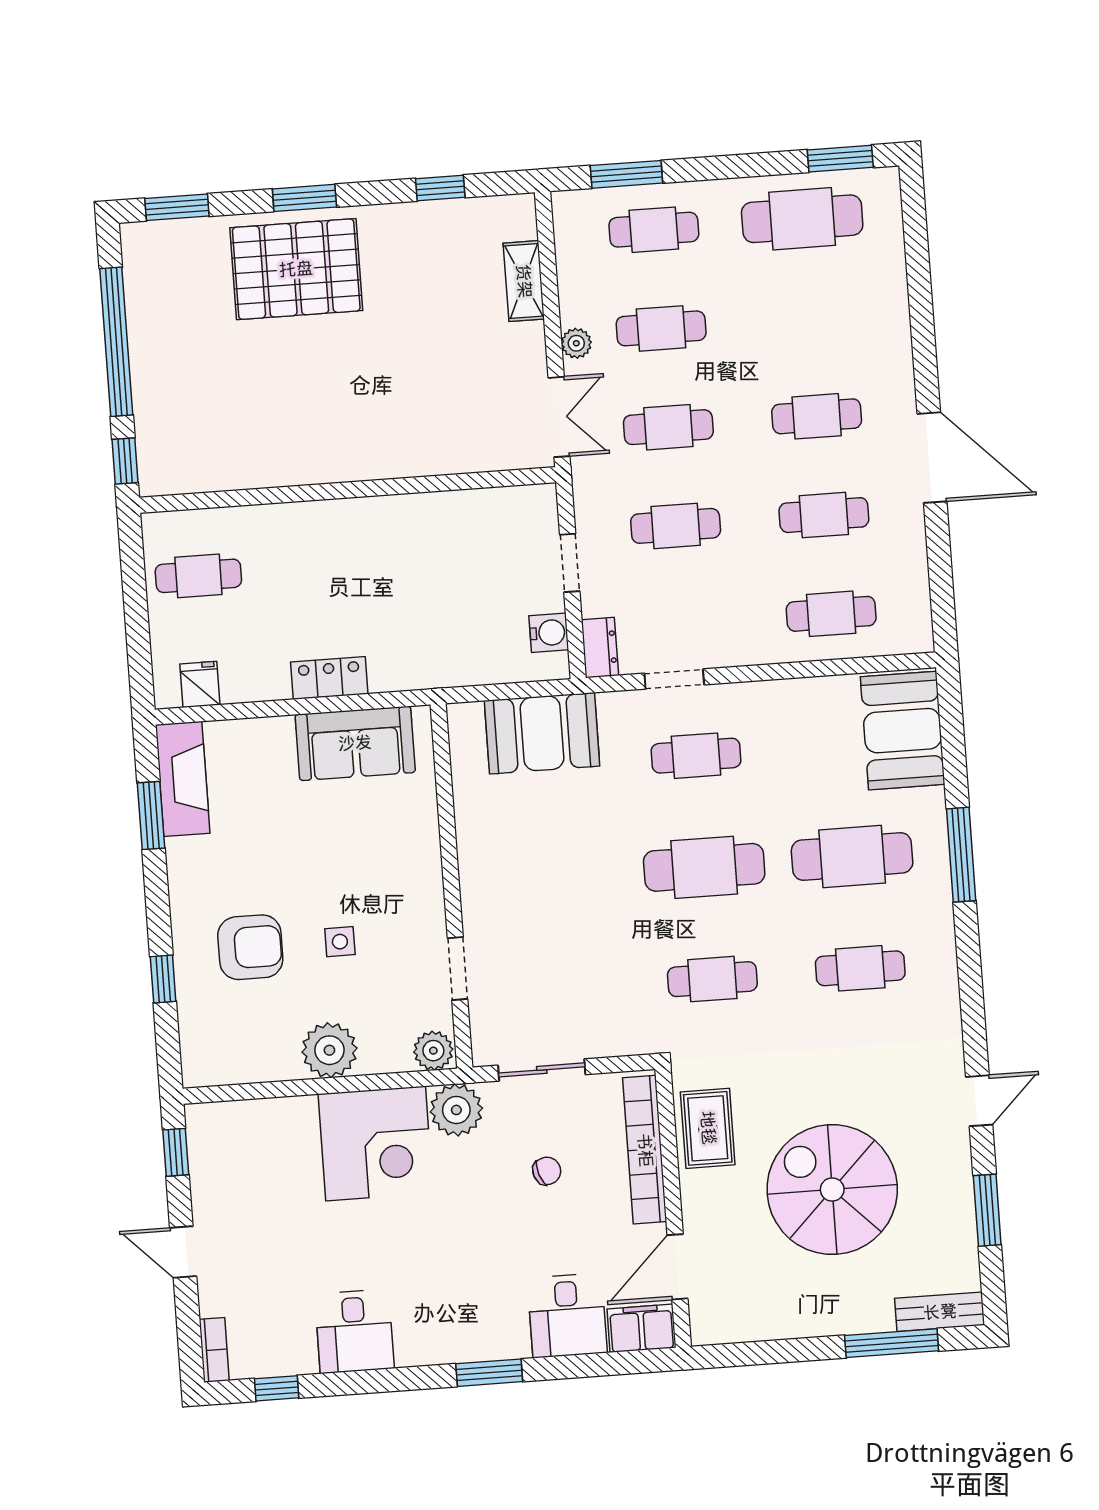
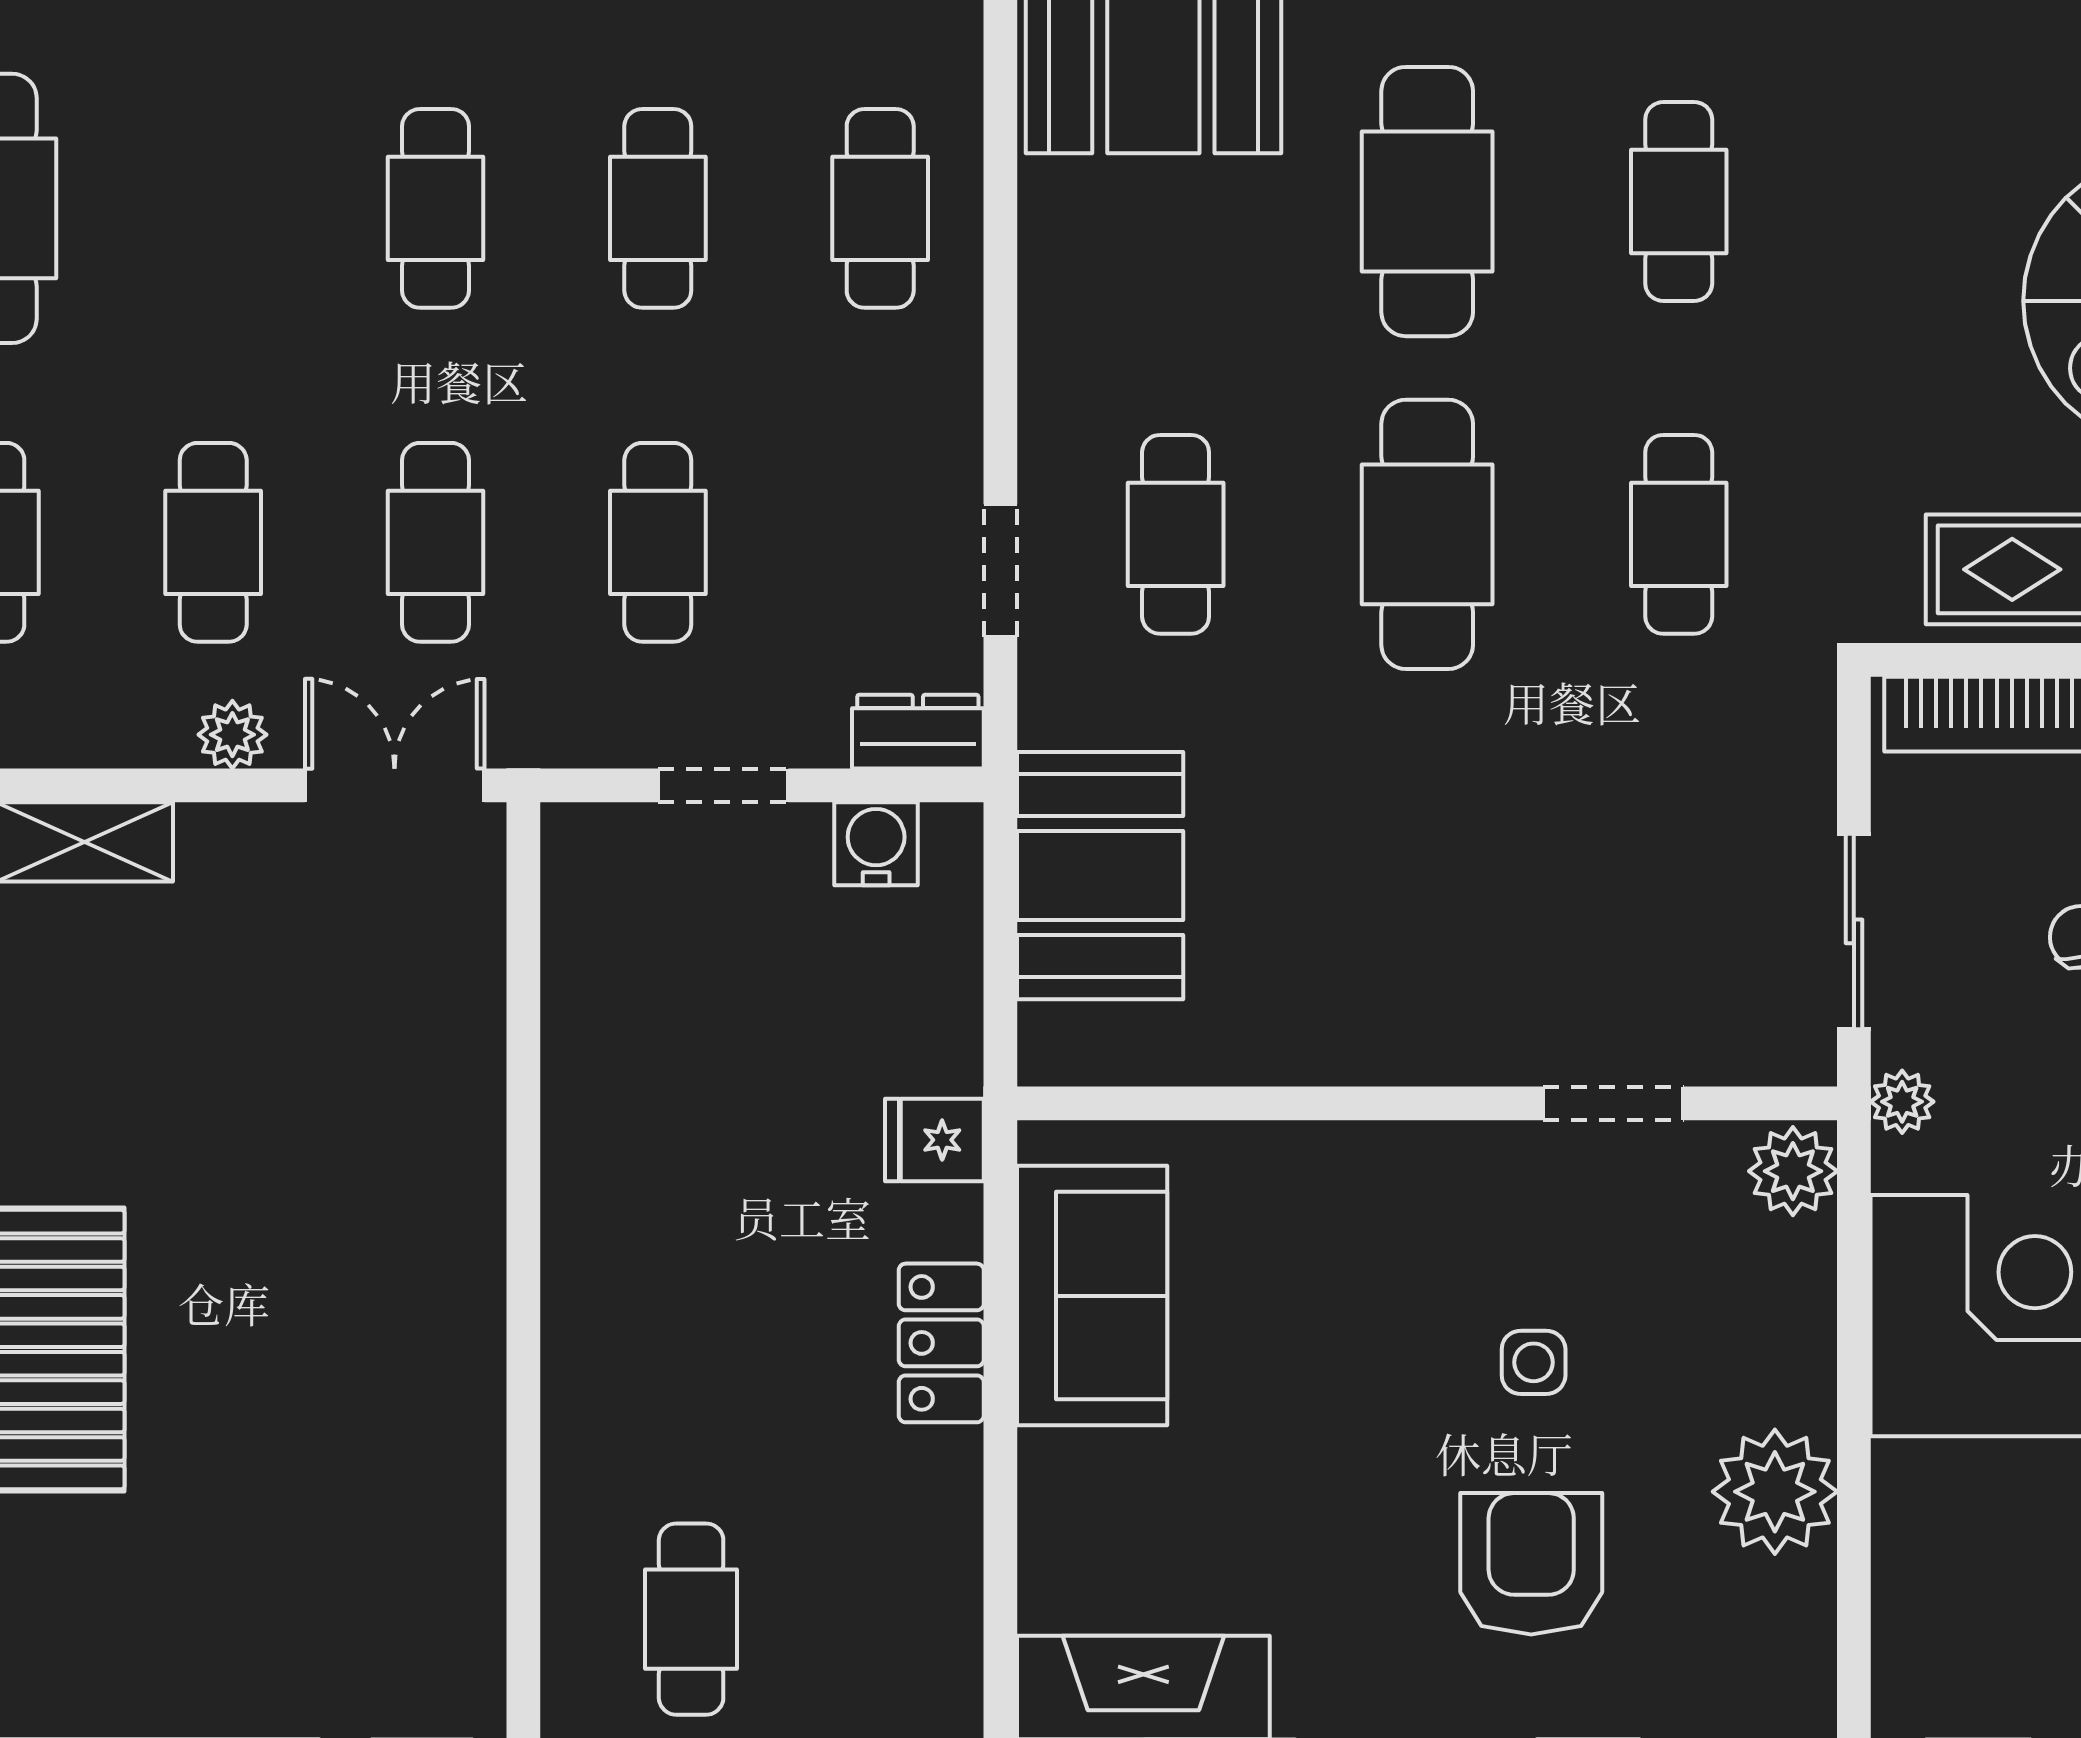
fridge: (200, 684) -> (934, 1140), moved
plant: (329, 1050) -> (1775, 1492), moved
plant: (456, 1110) -> (1902, 1102), width x0.53, depth x0.53

